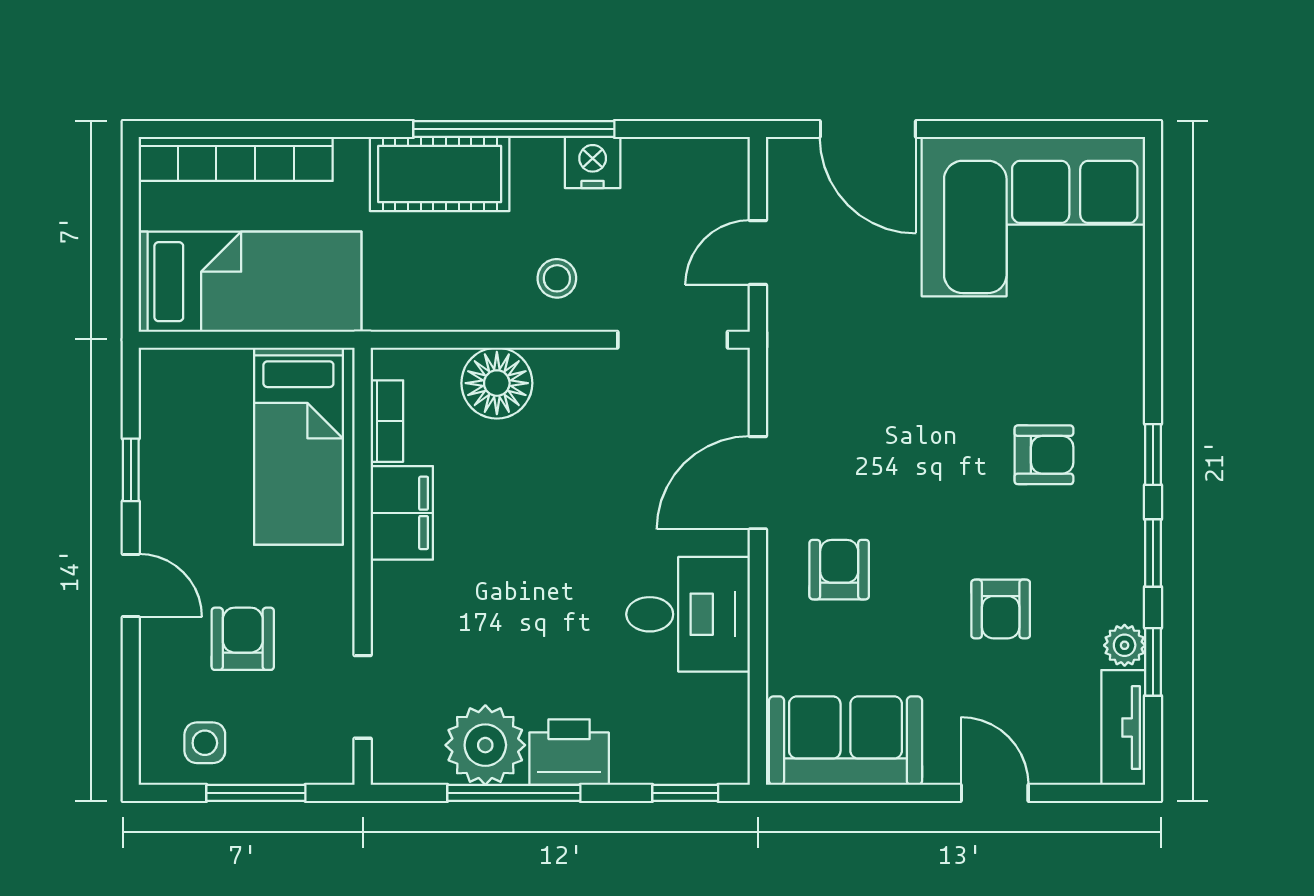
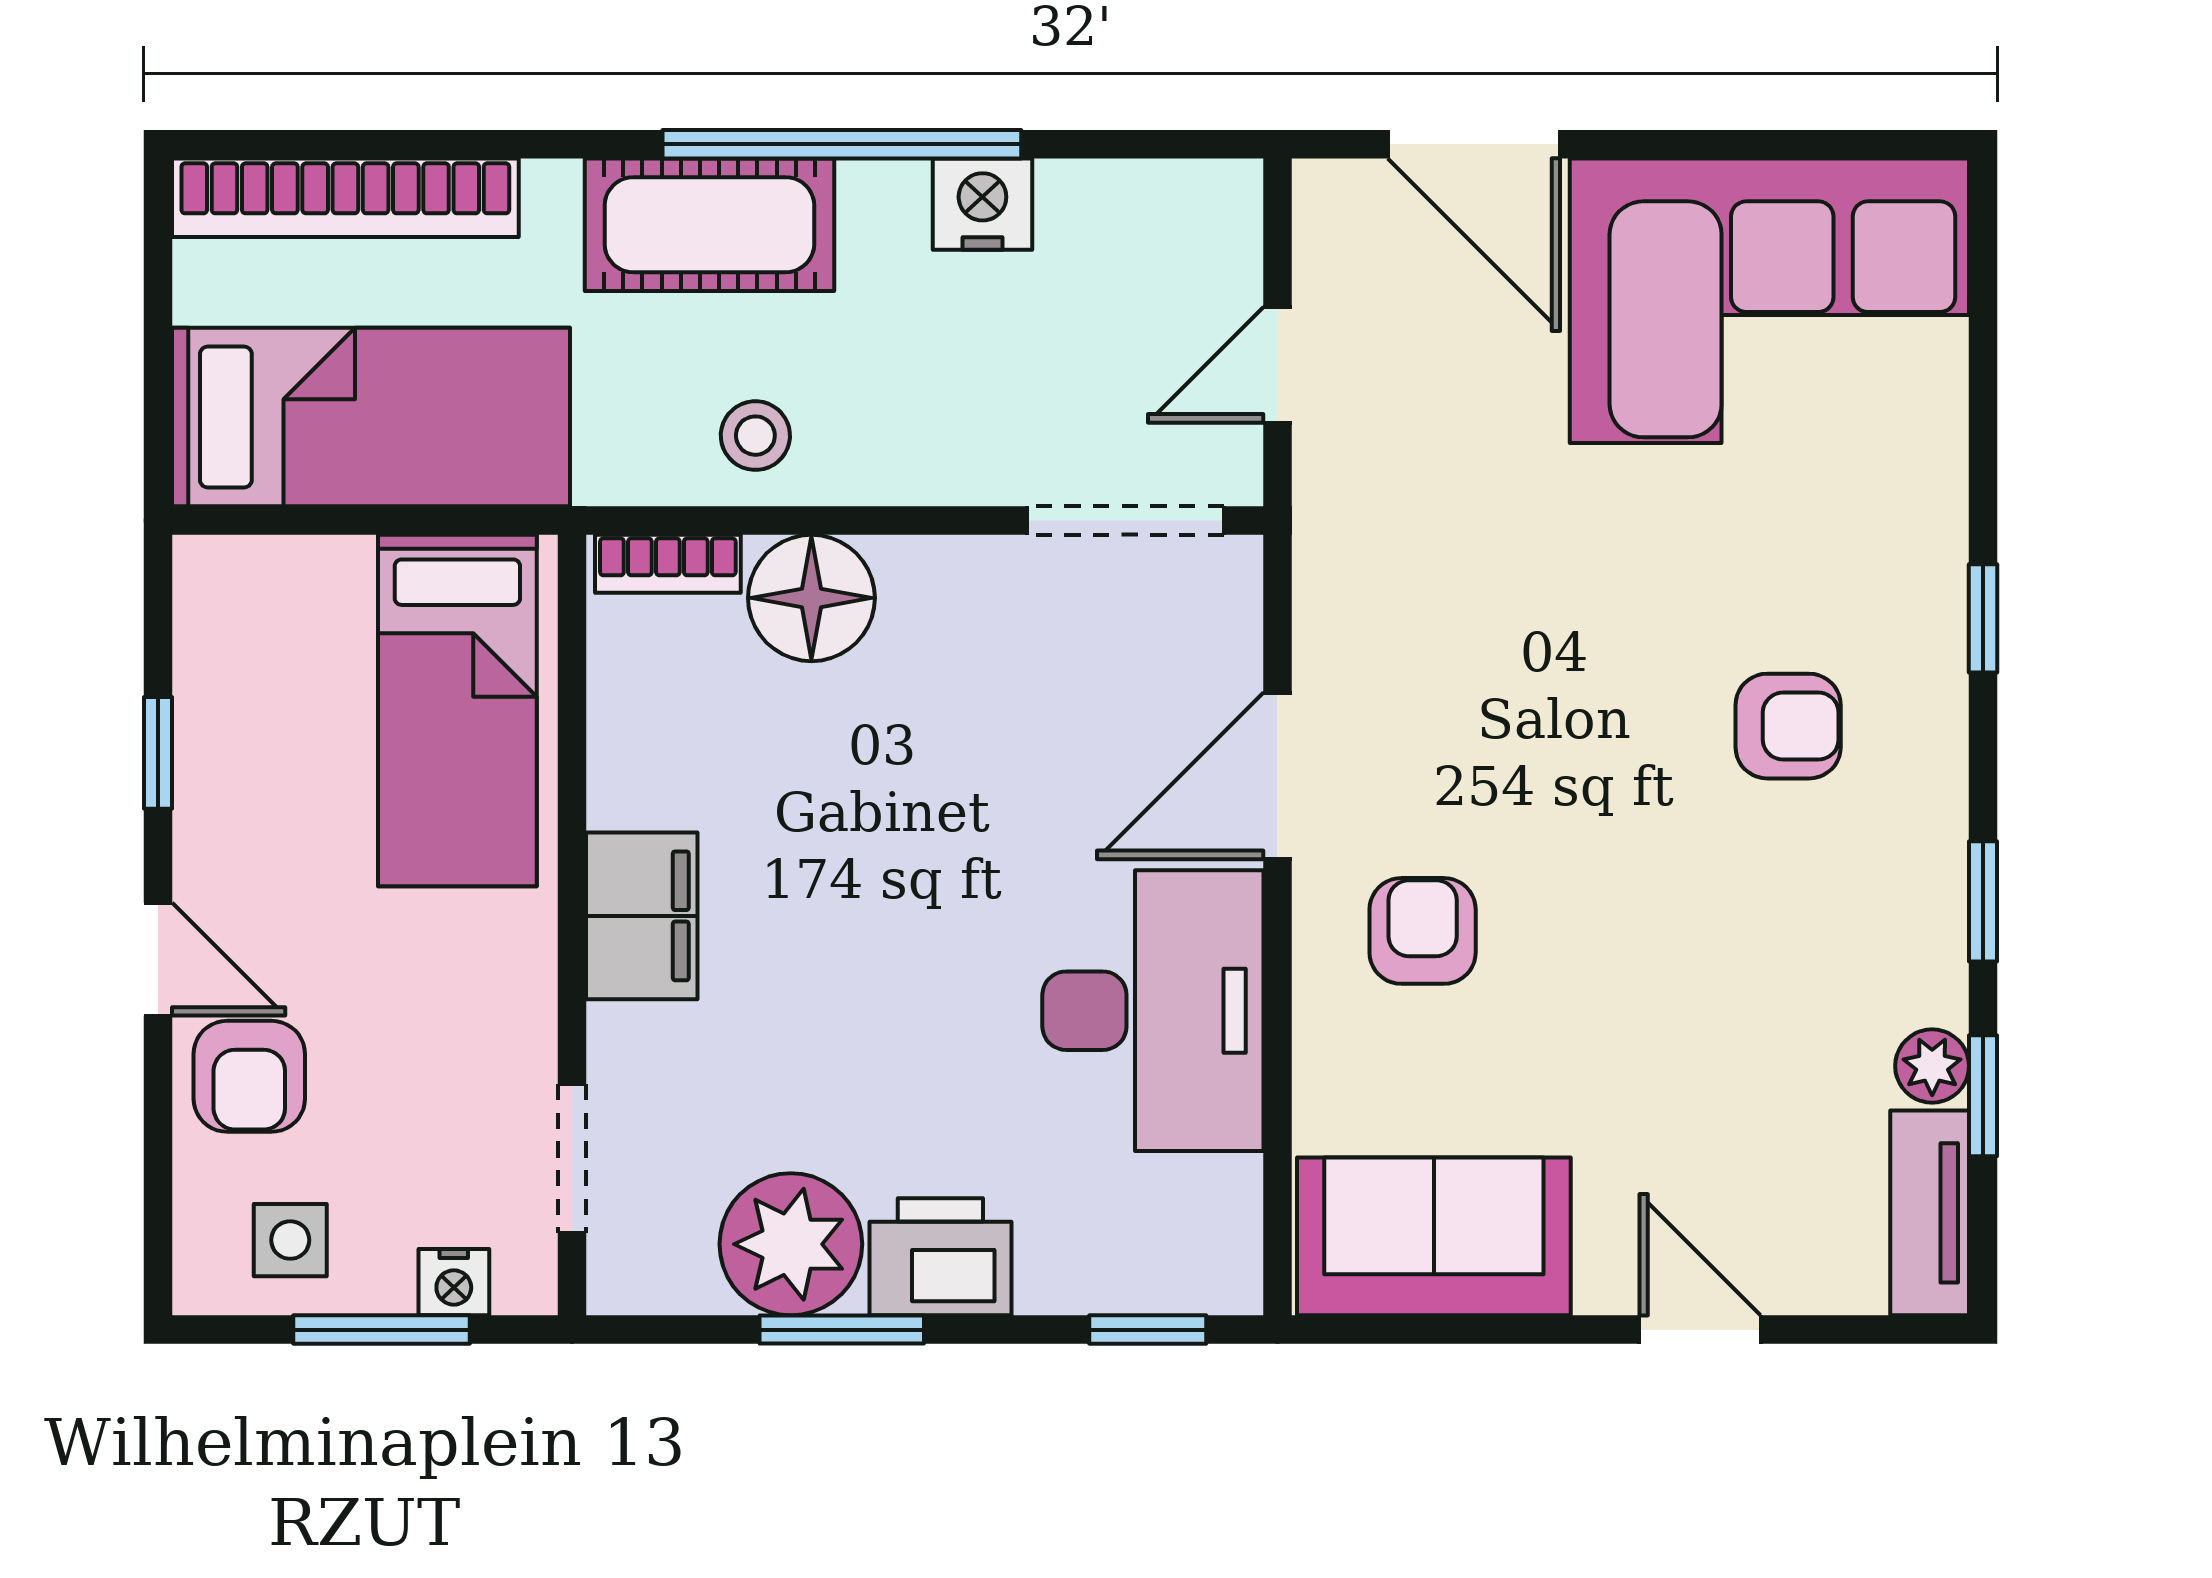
stool: (557, 278) -> (755, 436), moved
bookcase: (387, 421) -> (668, 564), moved, turned 90
window: (1153, 454) -> (1983, 618), moved
filing cabinet: (402, 513) -> (642, 916), moved
armchair: (1001, 609) -> (1711, 1001), removed
desk: (688, 614) -> (1153, 1011), width x1.37
armchair: (243, 639) -> (249, 1076), moved, turned 180
nightstand: (296, 766) -> (454, 1282), added
window: (514, 793) -> (842, 1330), width x0.69

